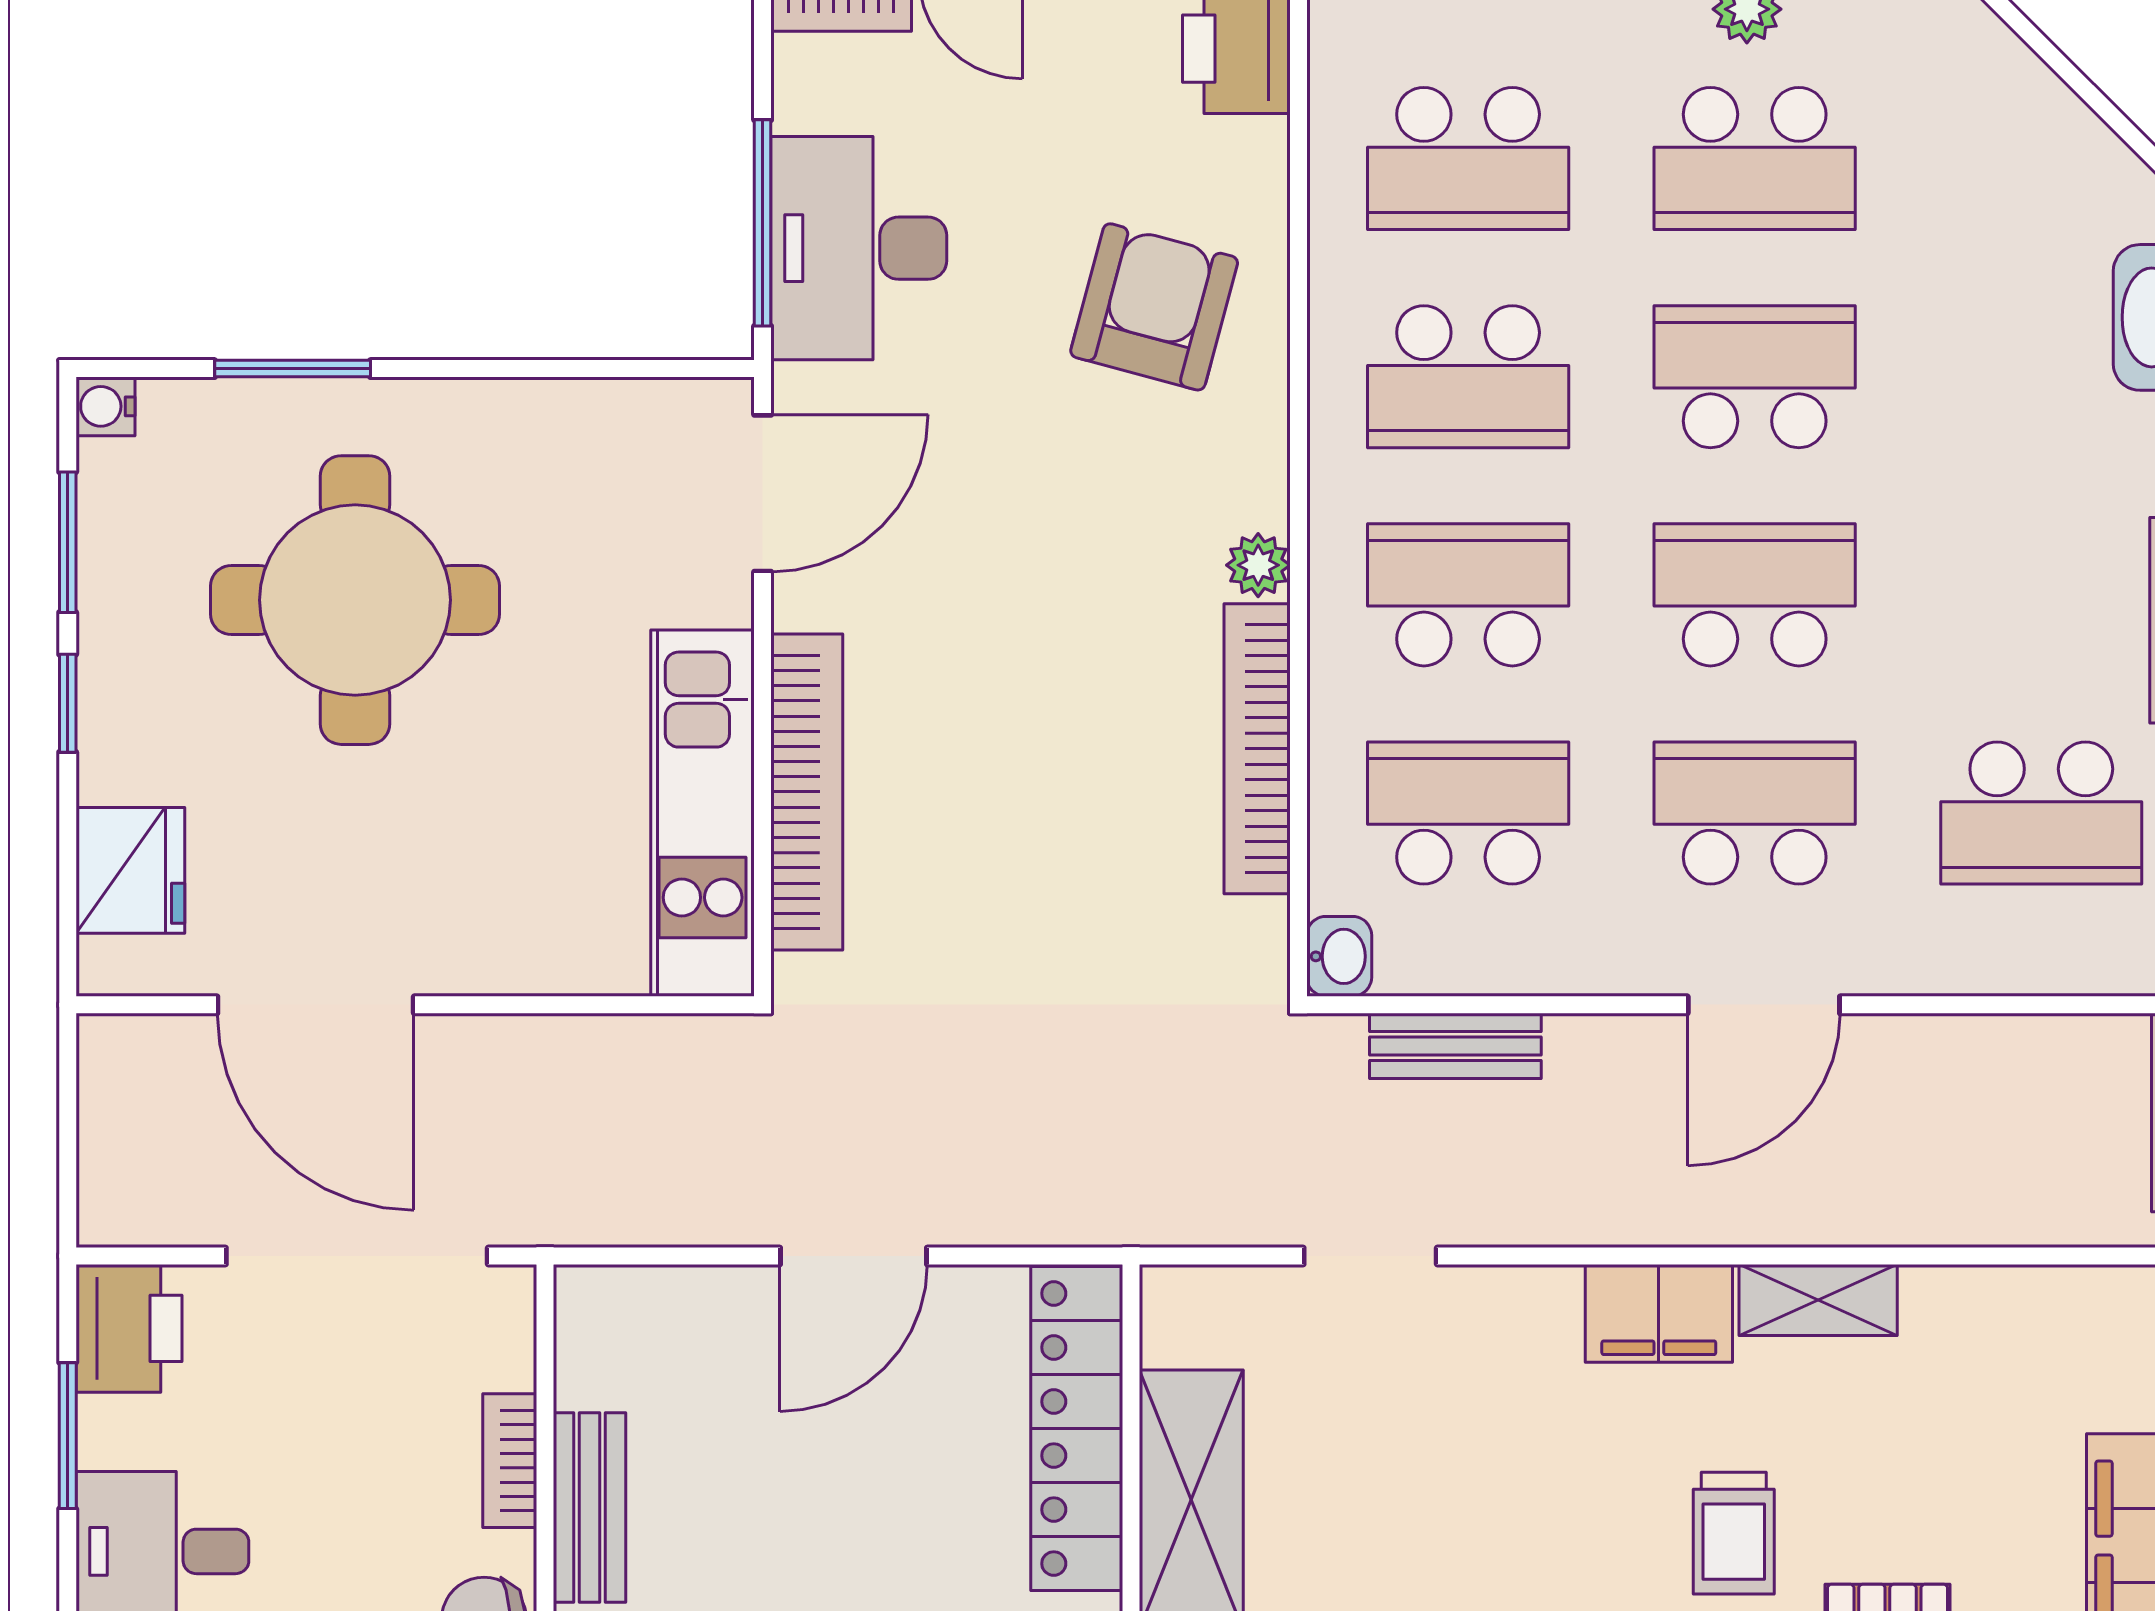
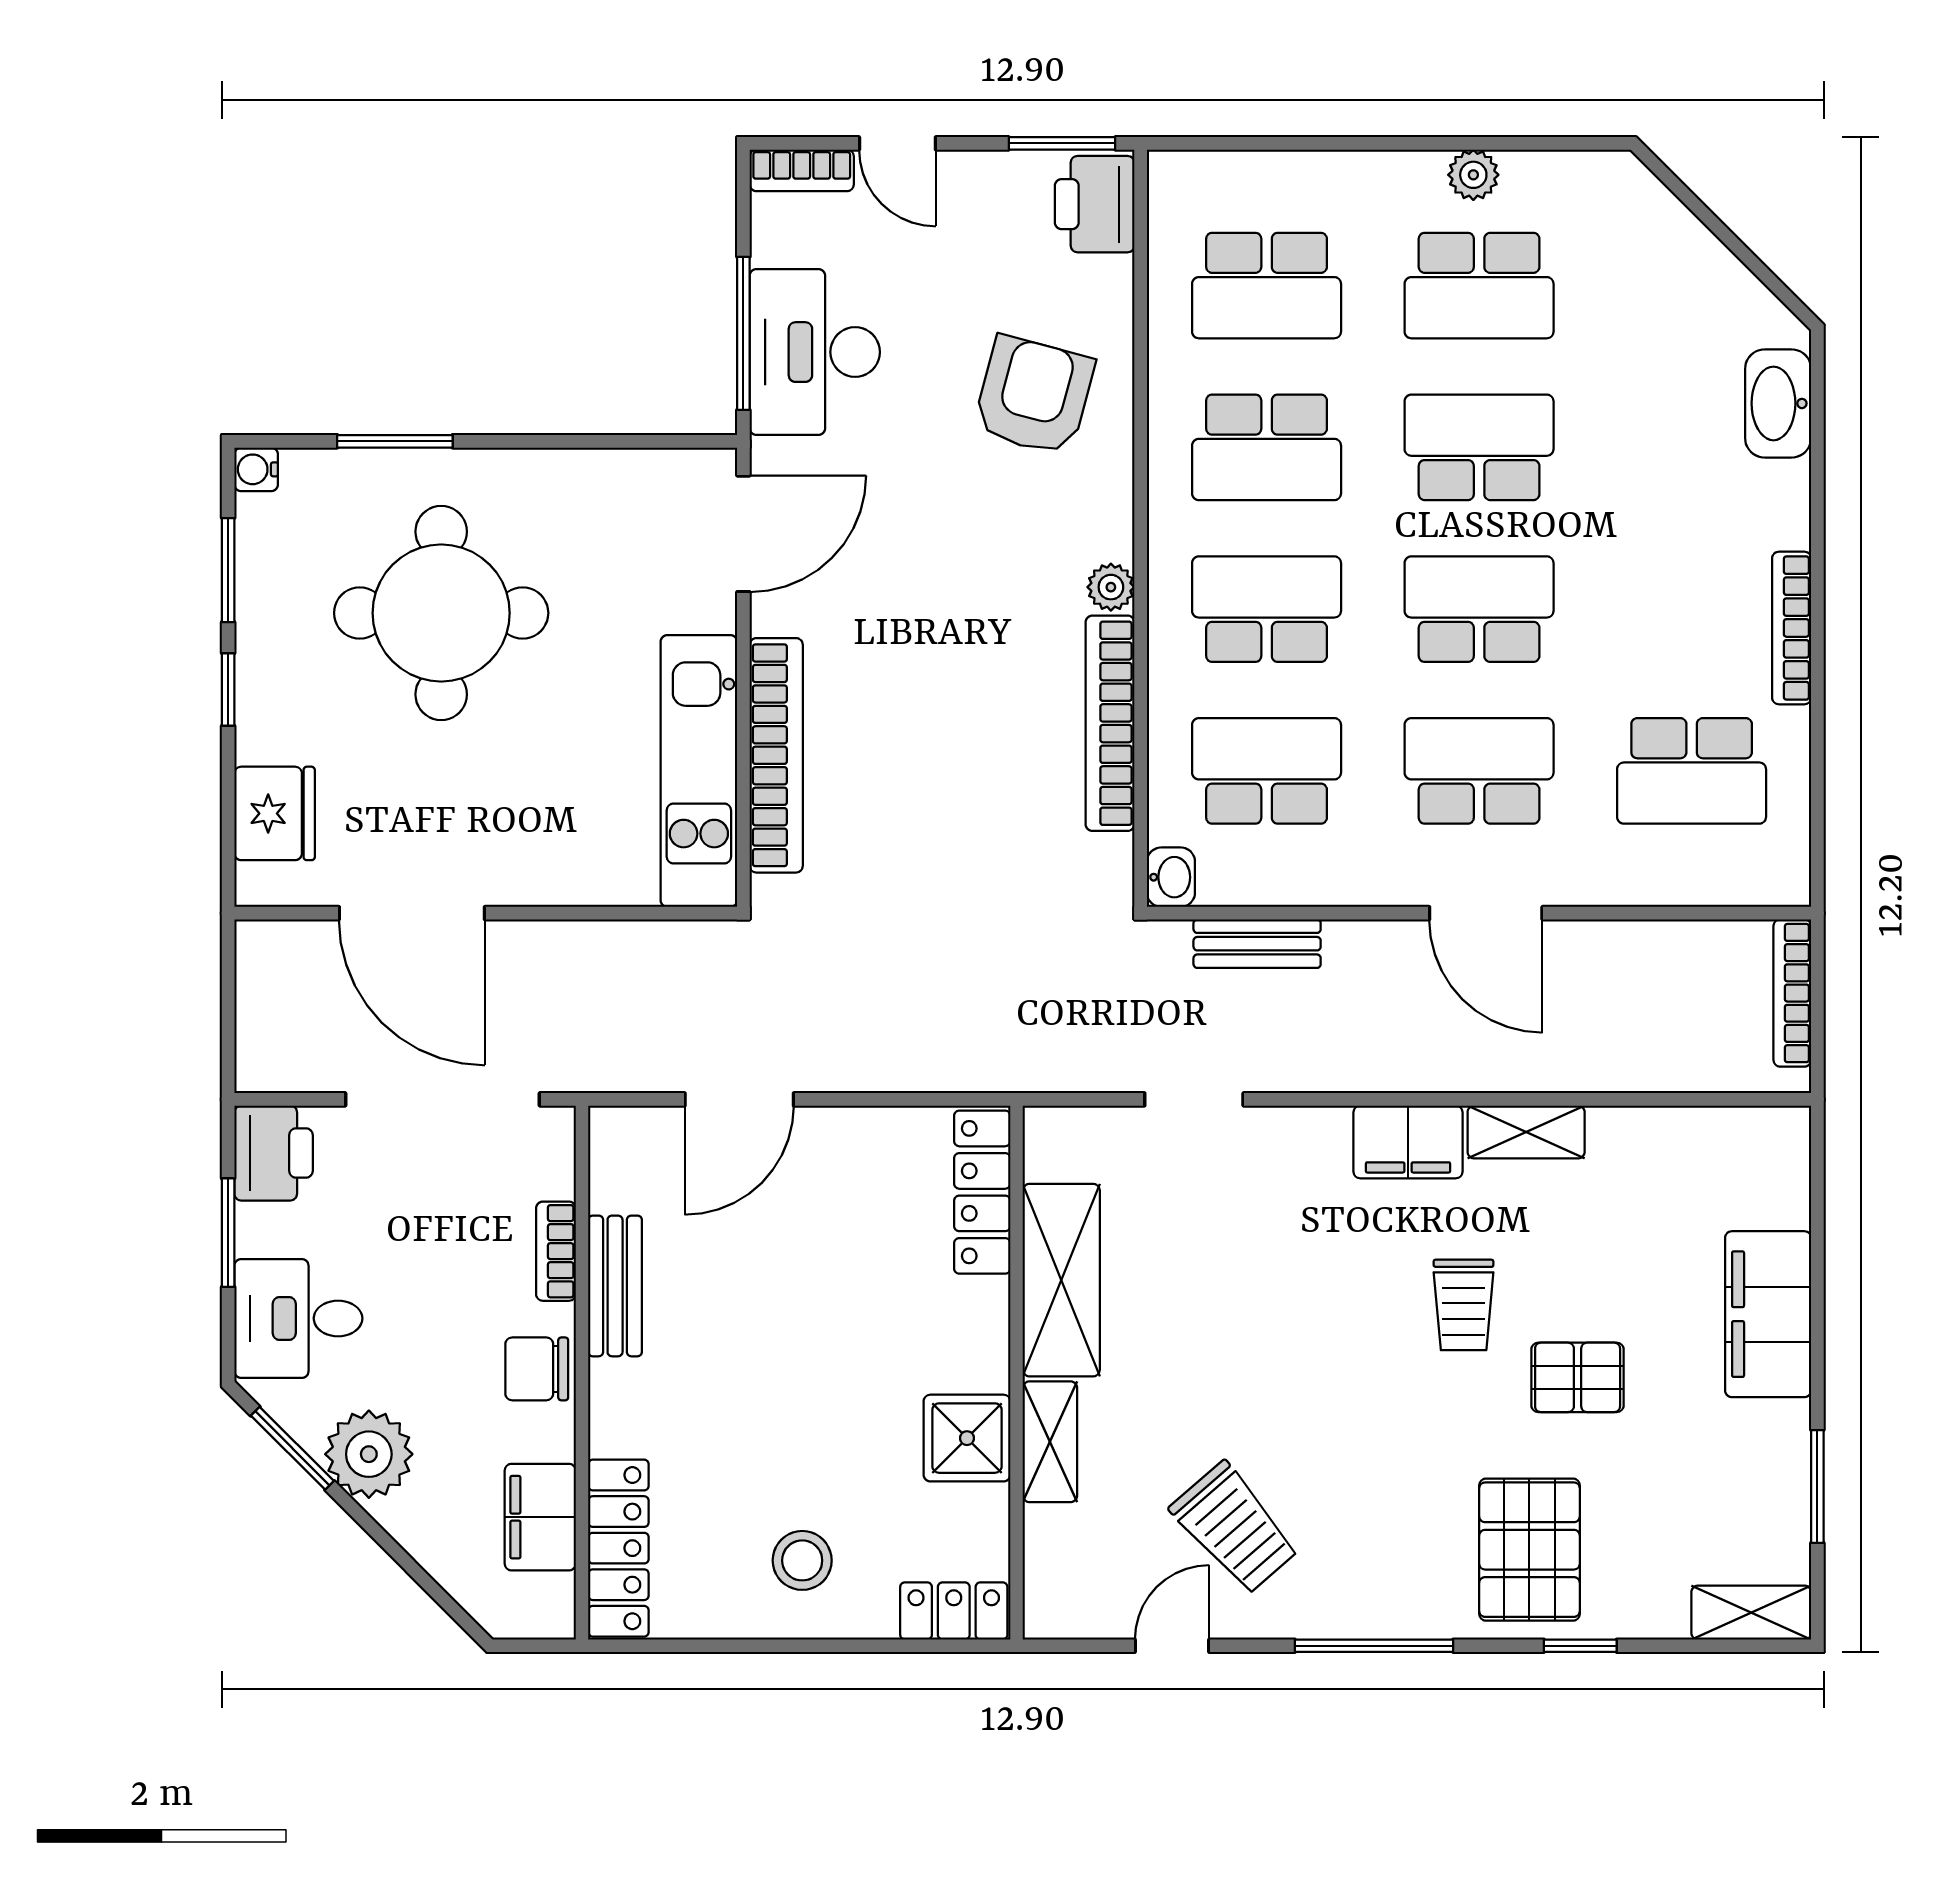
door: (1764, 1005) -> (1486, 913), hinge flipped
door: (854, 1256) -> (739, 1099), moved
locker: (1077, 1429) -> (982, 1192), width x0.71, depth x0.83

